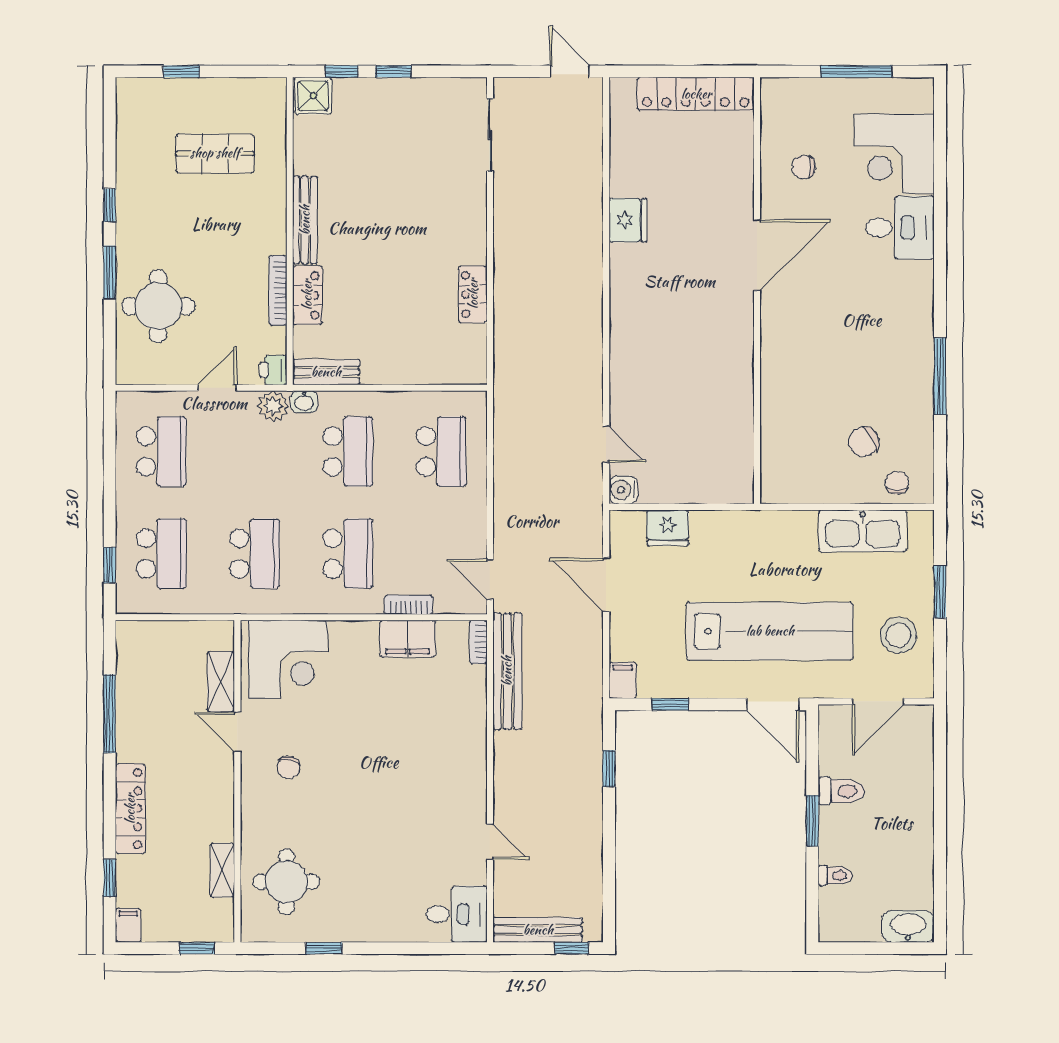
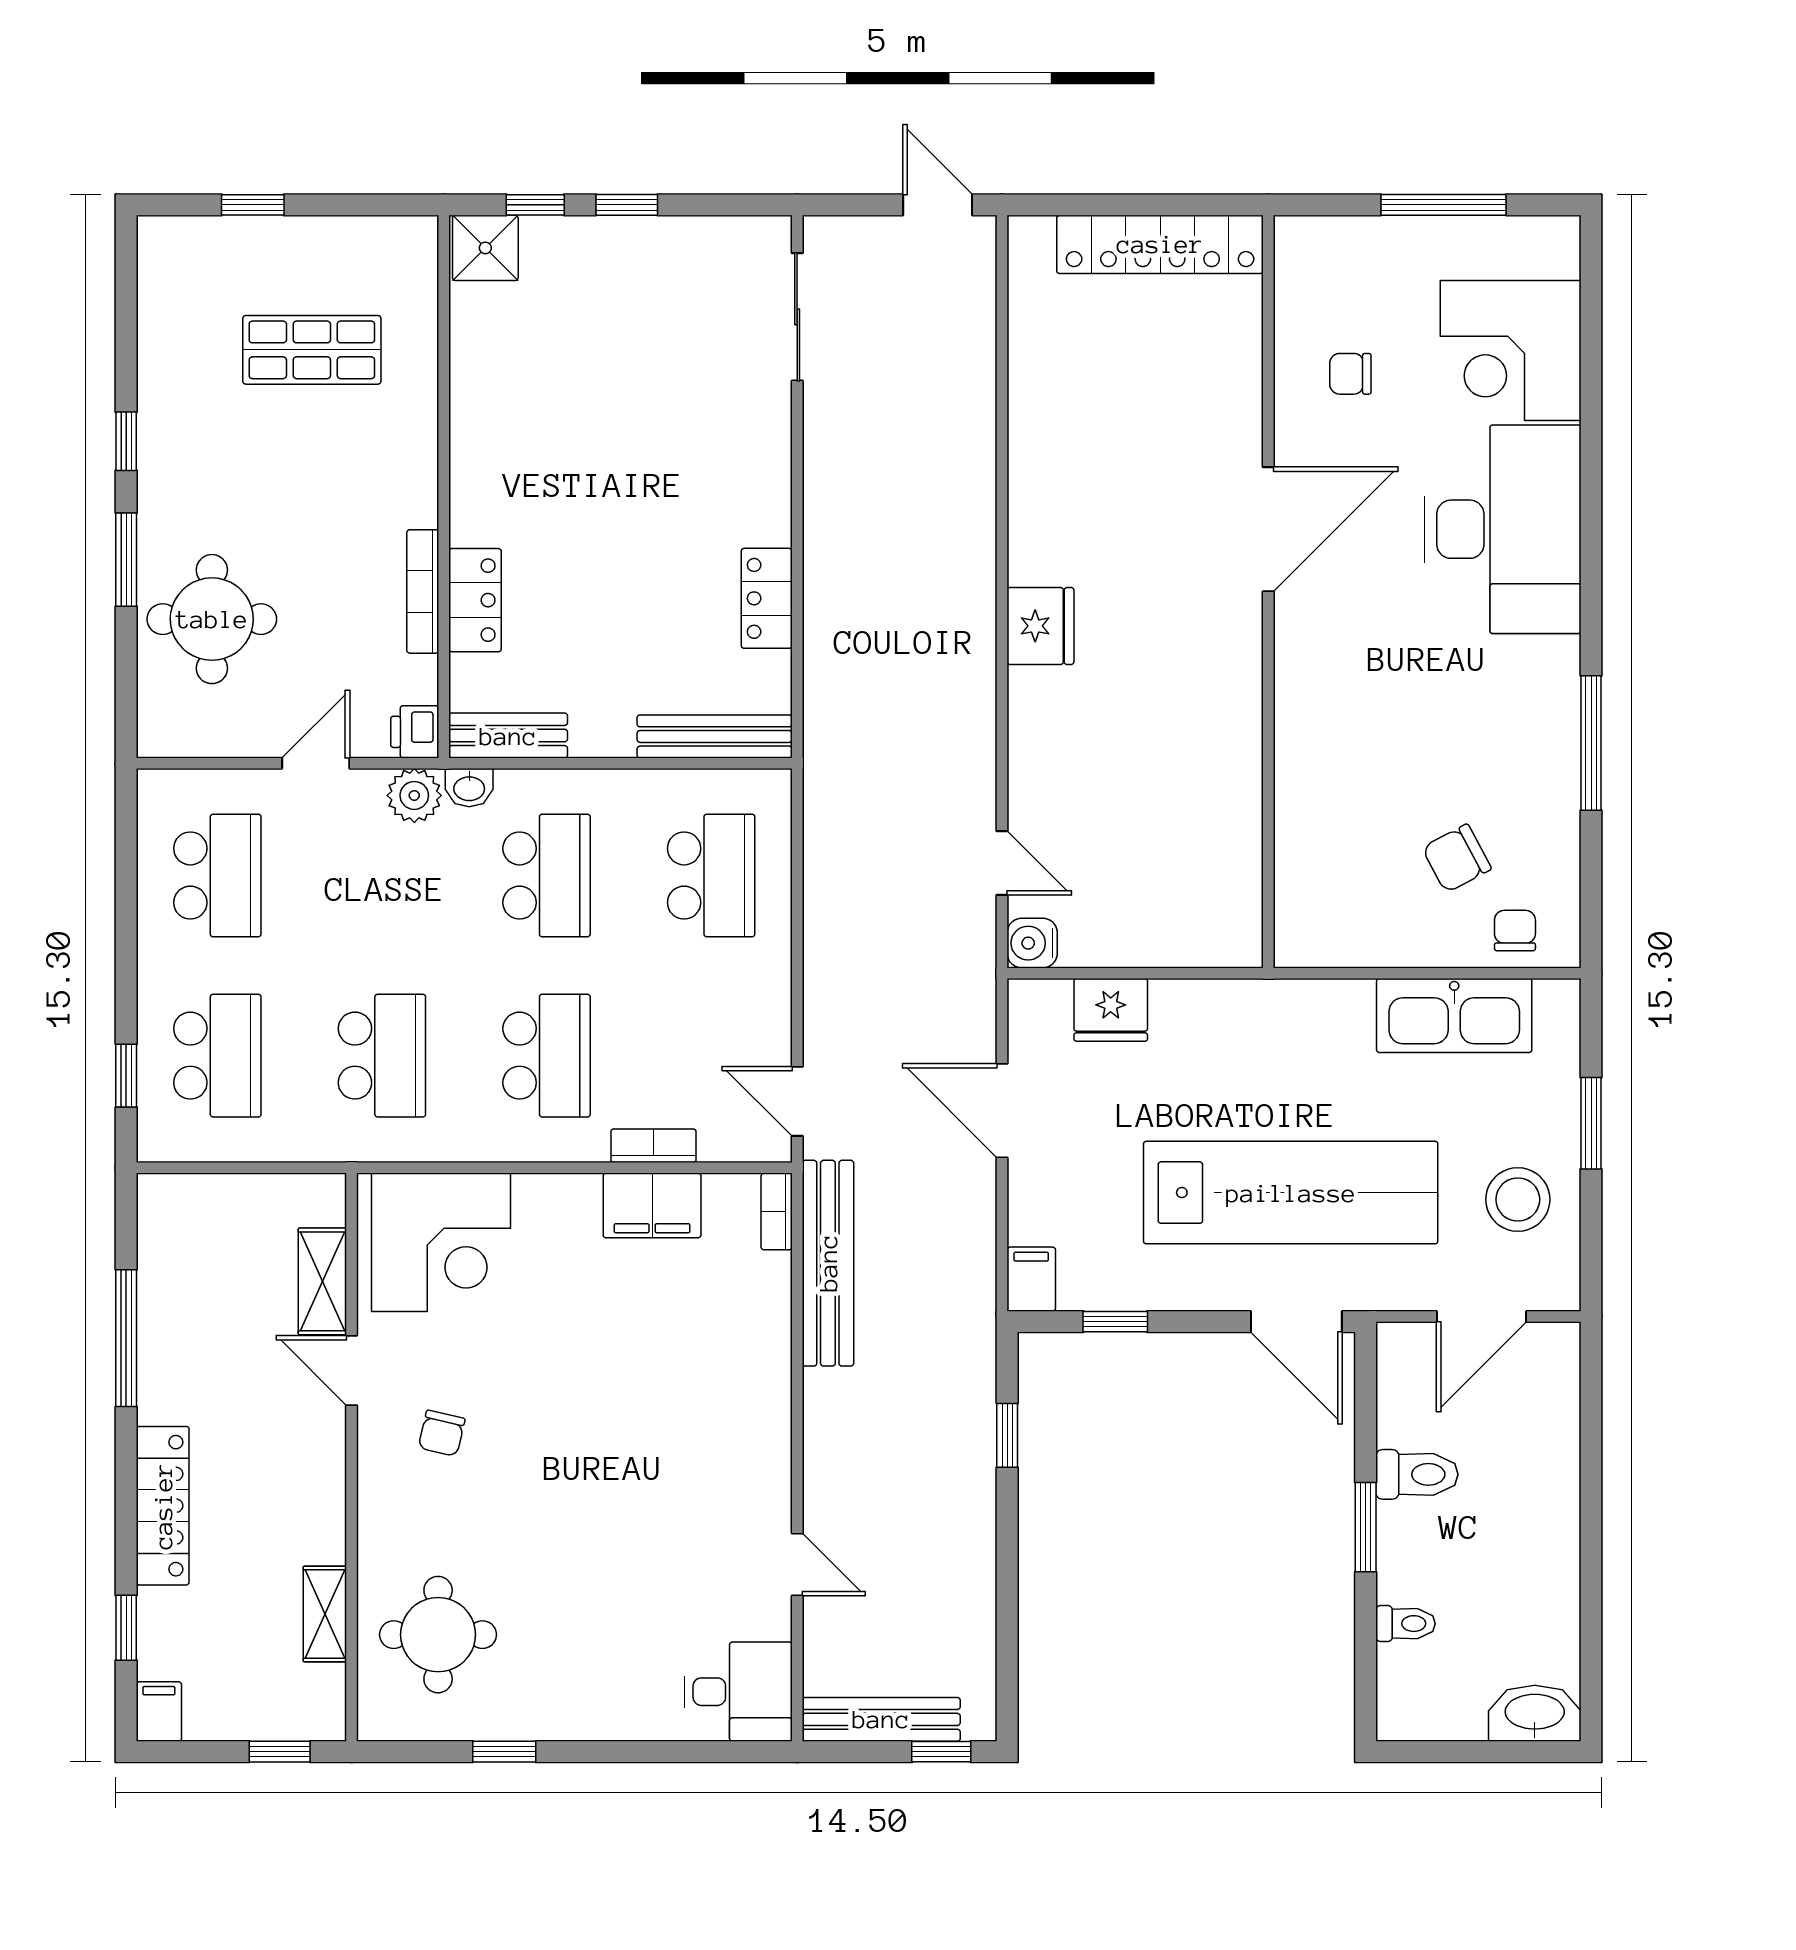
bench: (305, 220) -> (715, 736), moved, turned 90
fridge: (628, 220) -> (1040, 626), moved
desk: (900, 228) -> (1503, 529), width x1.87, depth x1.30

